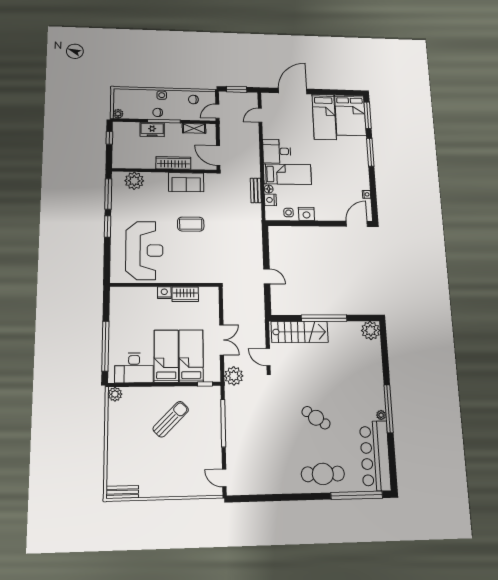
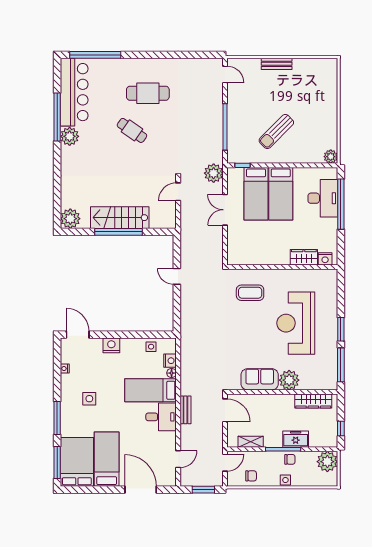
door: (293, 91) -> (141, 490), swing flipped
plant: (118, 114) -> (327, 462), width x1.88, depth x1.88
wardrobe: (173, 163) -> (313, 401), moved
side table: (343, 168) -> (89, 399), added
plant: (134, 181) -> (289, 380), moved
bench: (256, 190) -> (185, 410), moved
nightstand: (306, 214) -> (111, 345), moved
coffee table: (191, 224) -> (250, 293), moved
door: (357, 224) -> (78, 335), swing flipped
reception desk: (144, 250) -> (296, 323), moved
nightstand: (164, 293) -> (325, 259), moved
wardrobe: (185, 294) -> (304, 257), moved
stairs: (300, 332) -> (120, 218), moved
door: (268, 357) -> (178, 192), swing flipped
desk: (134, 368) -> (323, 198), moved, turned 90
window: (389, 409) -> (57, 117), moved
plant: (381, 415) -> (70, 136), width x1.88, depth x1.88
cafe table: (323, 474) -> (148, 93), moved
bench: (122, 492) -> (277, 64), moved

